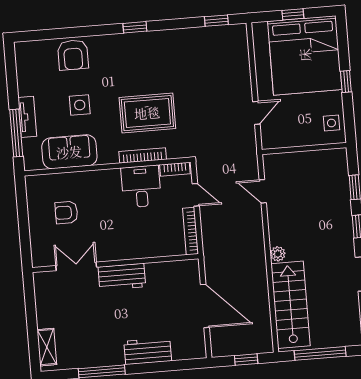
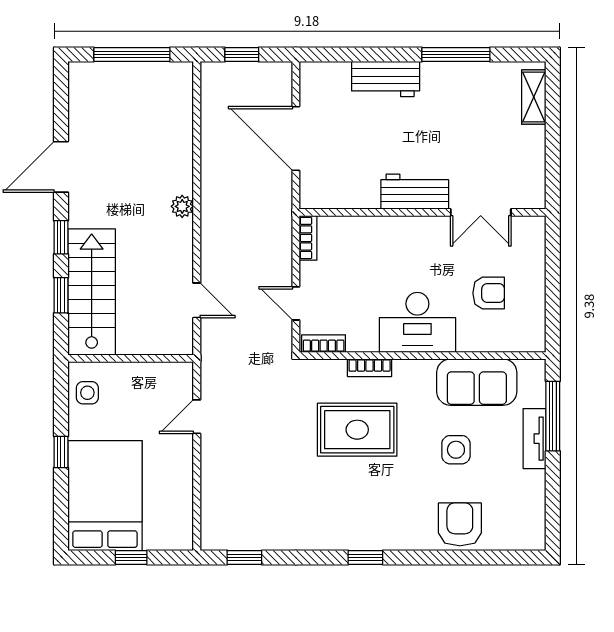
bed: (305, 55) -> (105, 496), width x0.73
bookcase: (143, 155) -> (370, 368), width x0.64
desk: (141, 186) -> (417, 322), moved, width x1.37
bookcase: (190, 231) -> (308, 238), width x0.64
stairs: (291, 305) -> (92, 292), moved, turned 180

